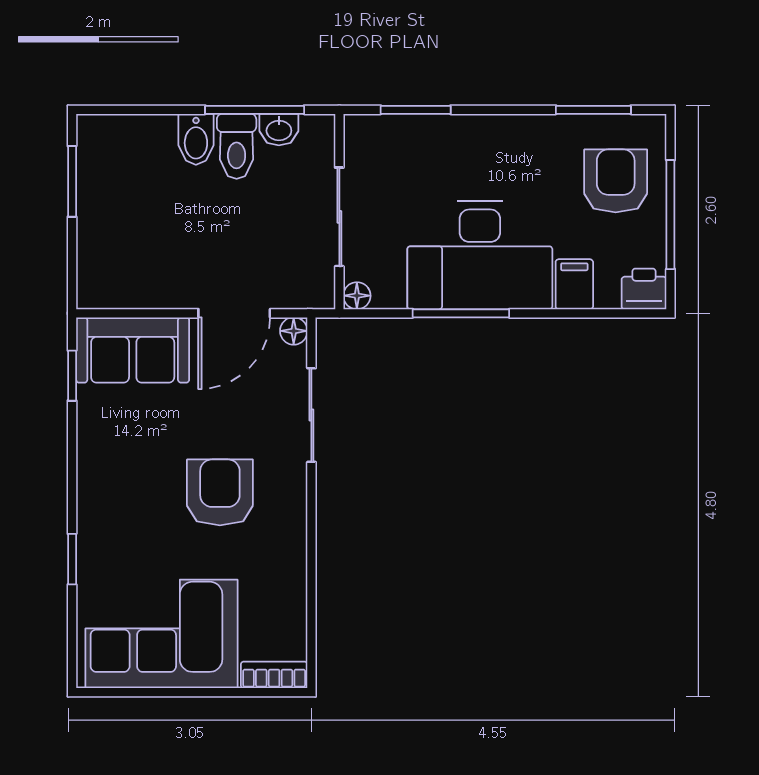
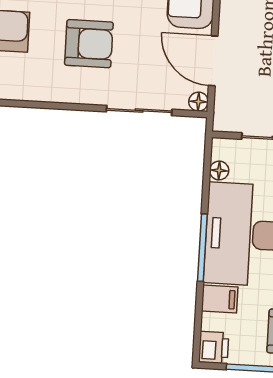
floor lamp: (357, 296) -> (219, 170), moved
window: (461, 313) -> (202, 248), moved

